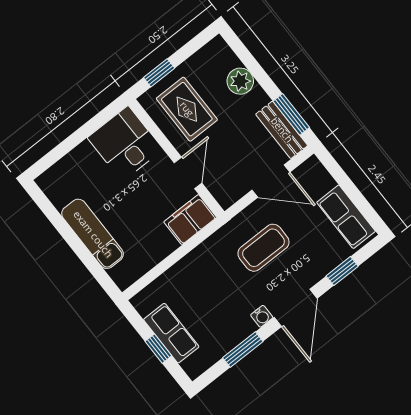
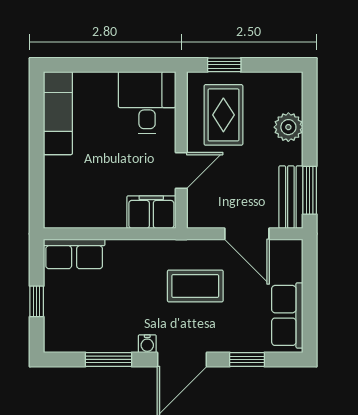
exam couch: (93, 234) -> (58, 113), moved
row of seats: (171, 333) -> (74, 254), moved, turned 90

